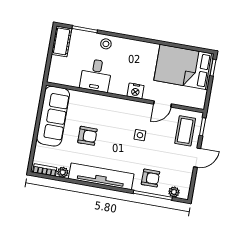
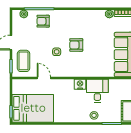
nightstand: (135, 91) -> (80, 84), moved
door: (163, 104) -> (44, 78), hinge flipped
armchair: (87, 136) -> (76, 45), moved
tv unit: (101, 176) -> (80, 16), removed

